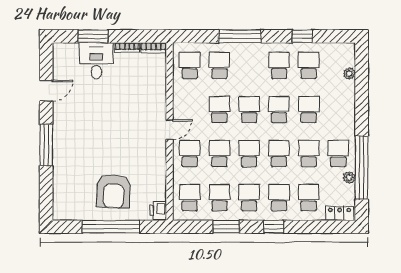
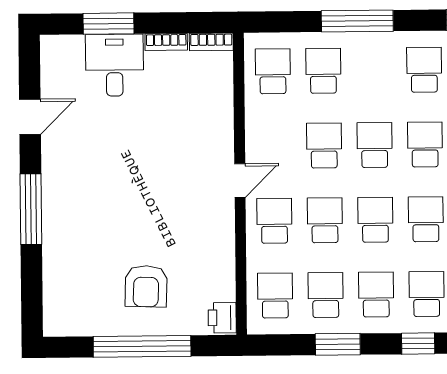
armchair: (114, 191) -> (146, 286), width x0.73, depth x0.73

